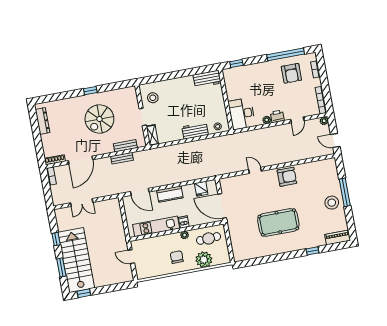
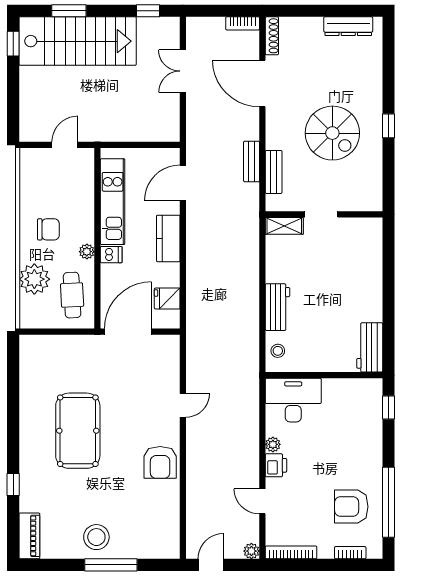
stool: (153, 98) -> (354, 240), removed
spiral stairs: (99, 119) -> (332, 133), turned 180
window: (56, 239) -> (148, 11), moved

